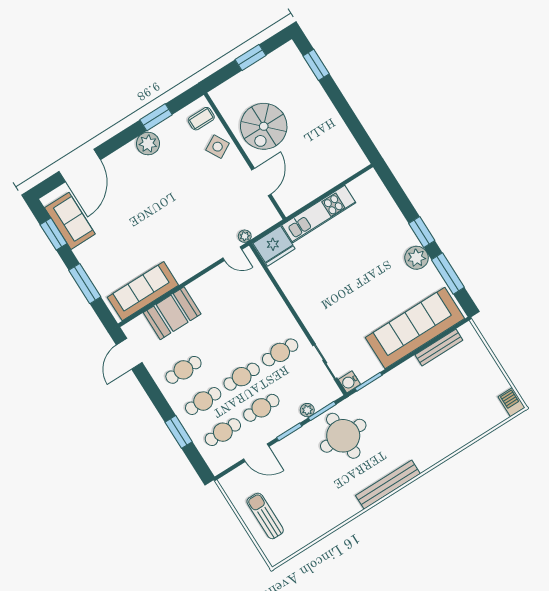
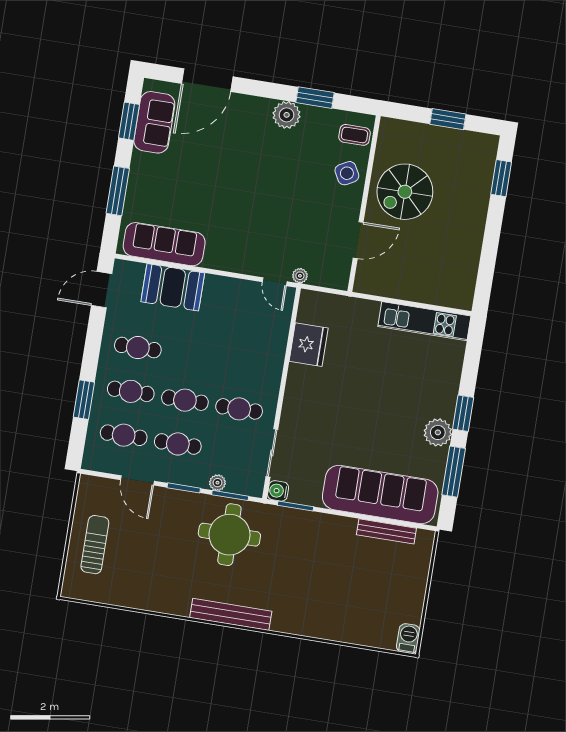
kitchen unit: (319, 214) -> (424, 321), moved
fridge: (274, 246) -> (309, 345), moved, turned -90

